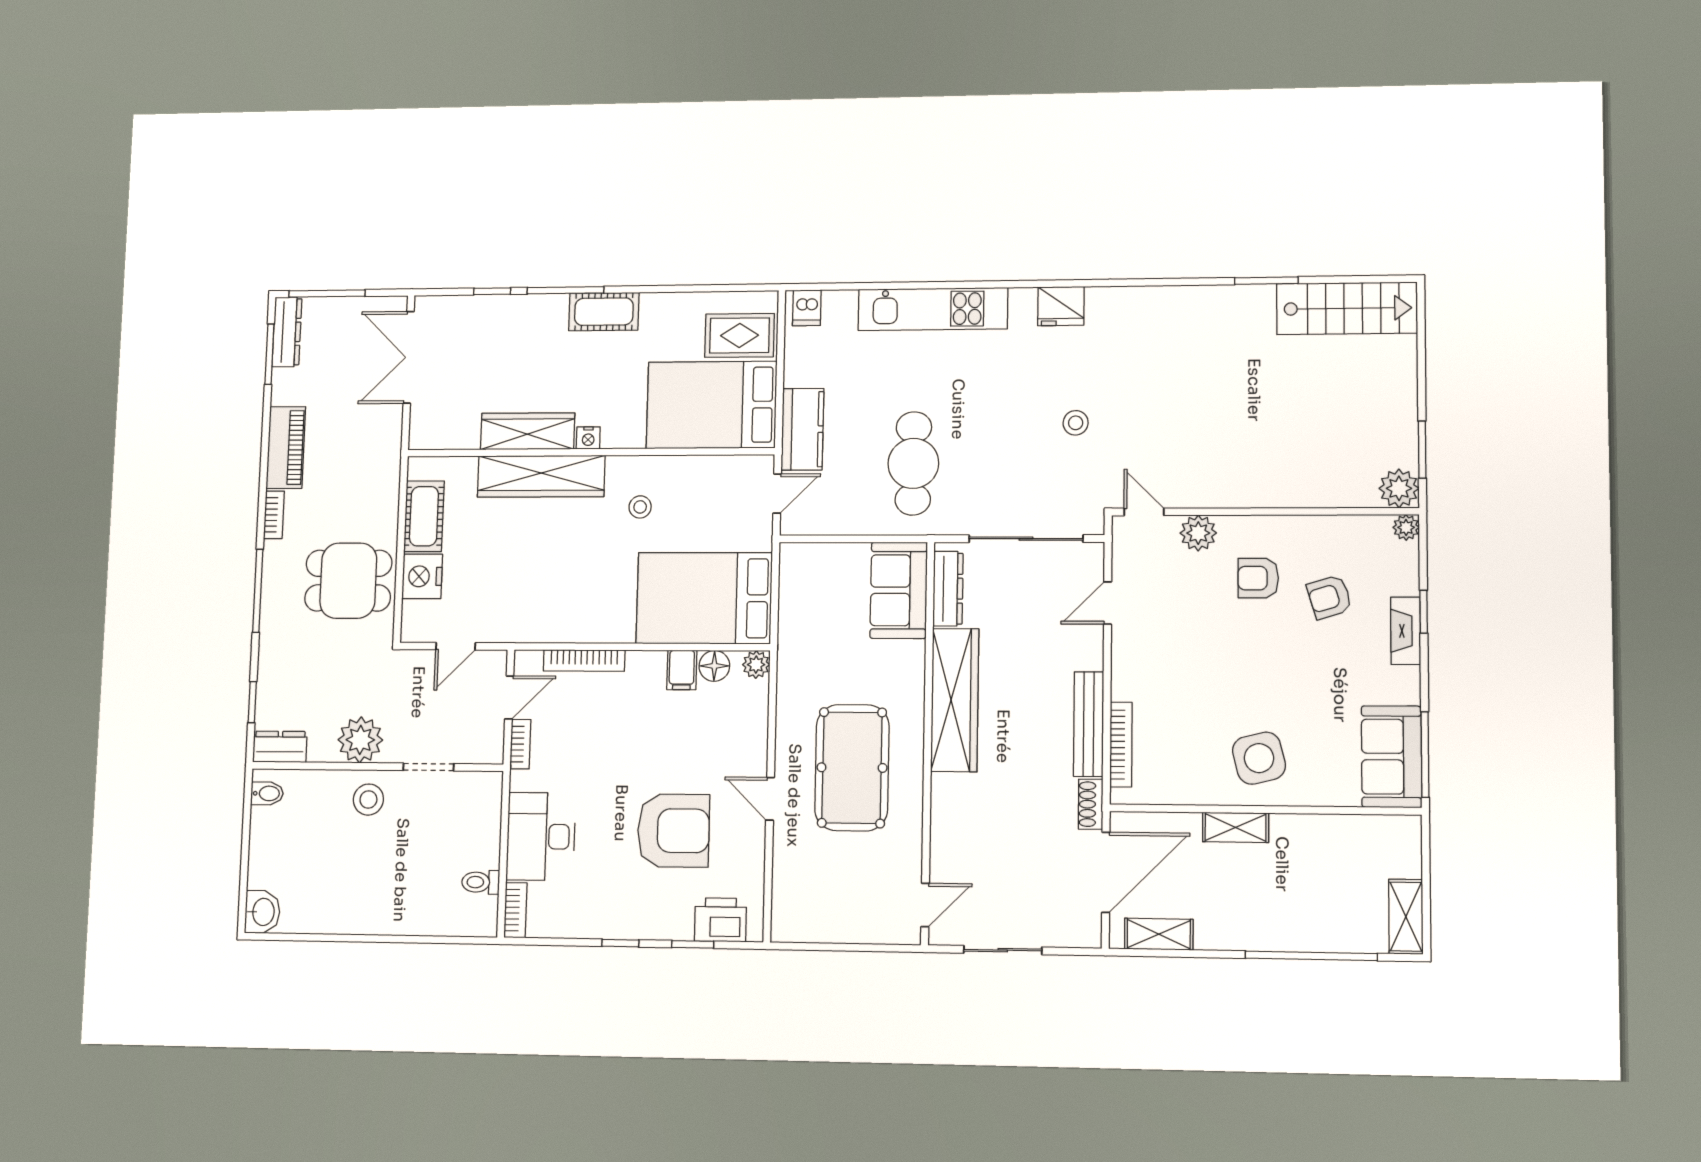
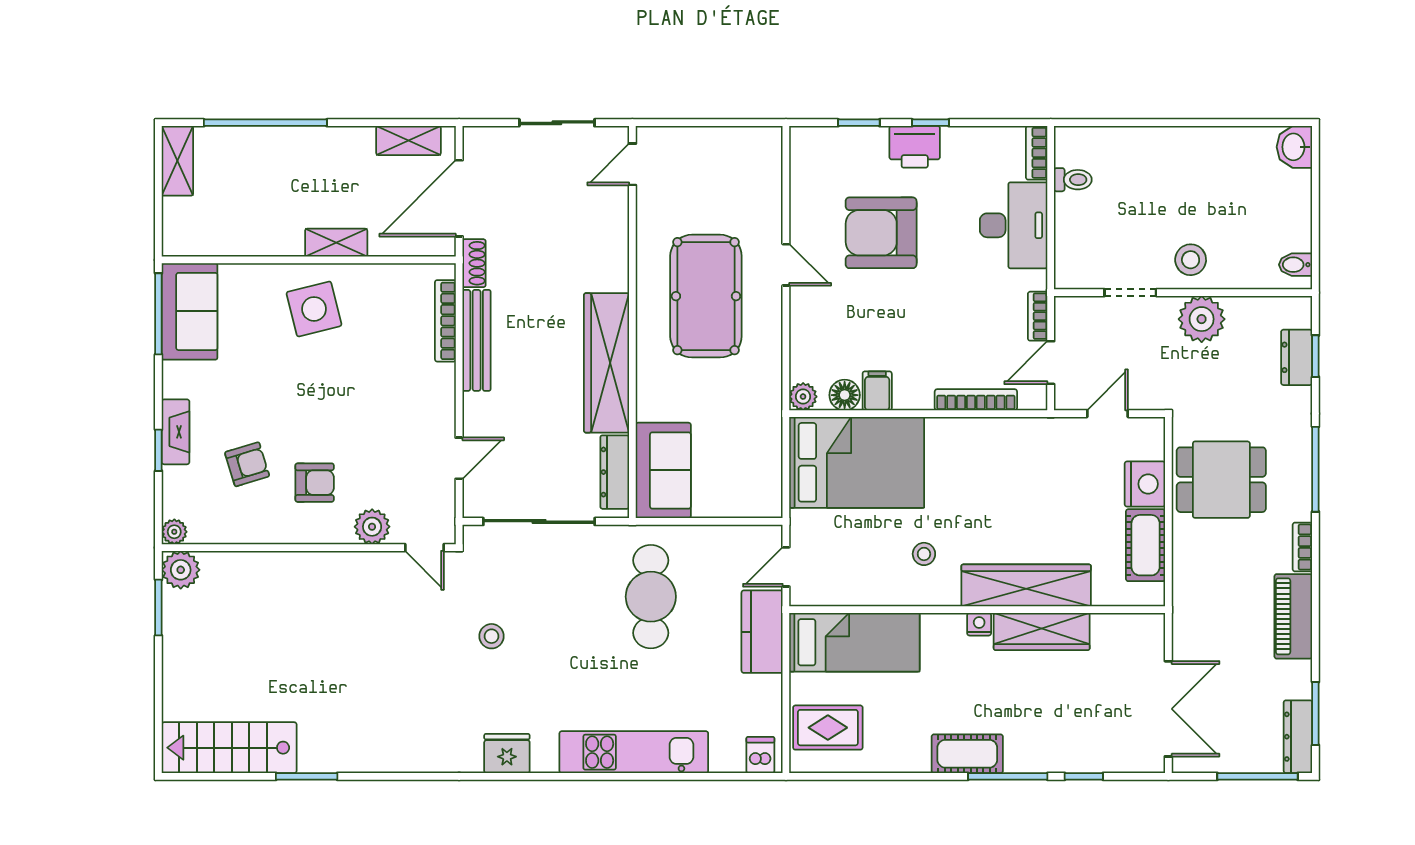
bed: (712, 405) -> (854, 642), width x0.67
dresser: (280, 747) -> (1297, 357), moved, turned 90
printer: (720, 920) -> (915, 147), moved

